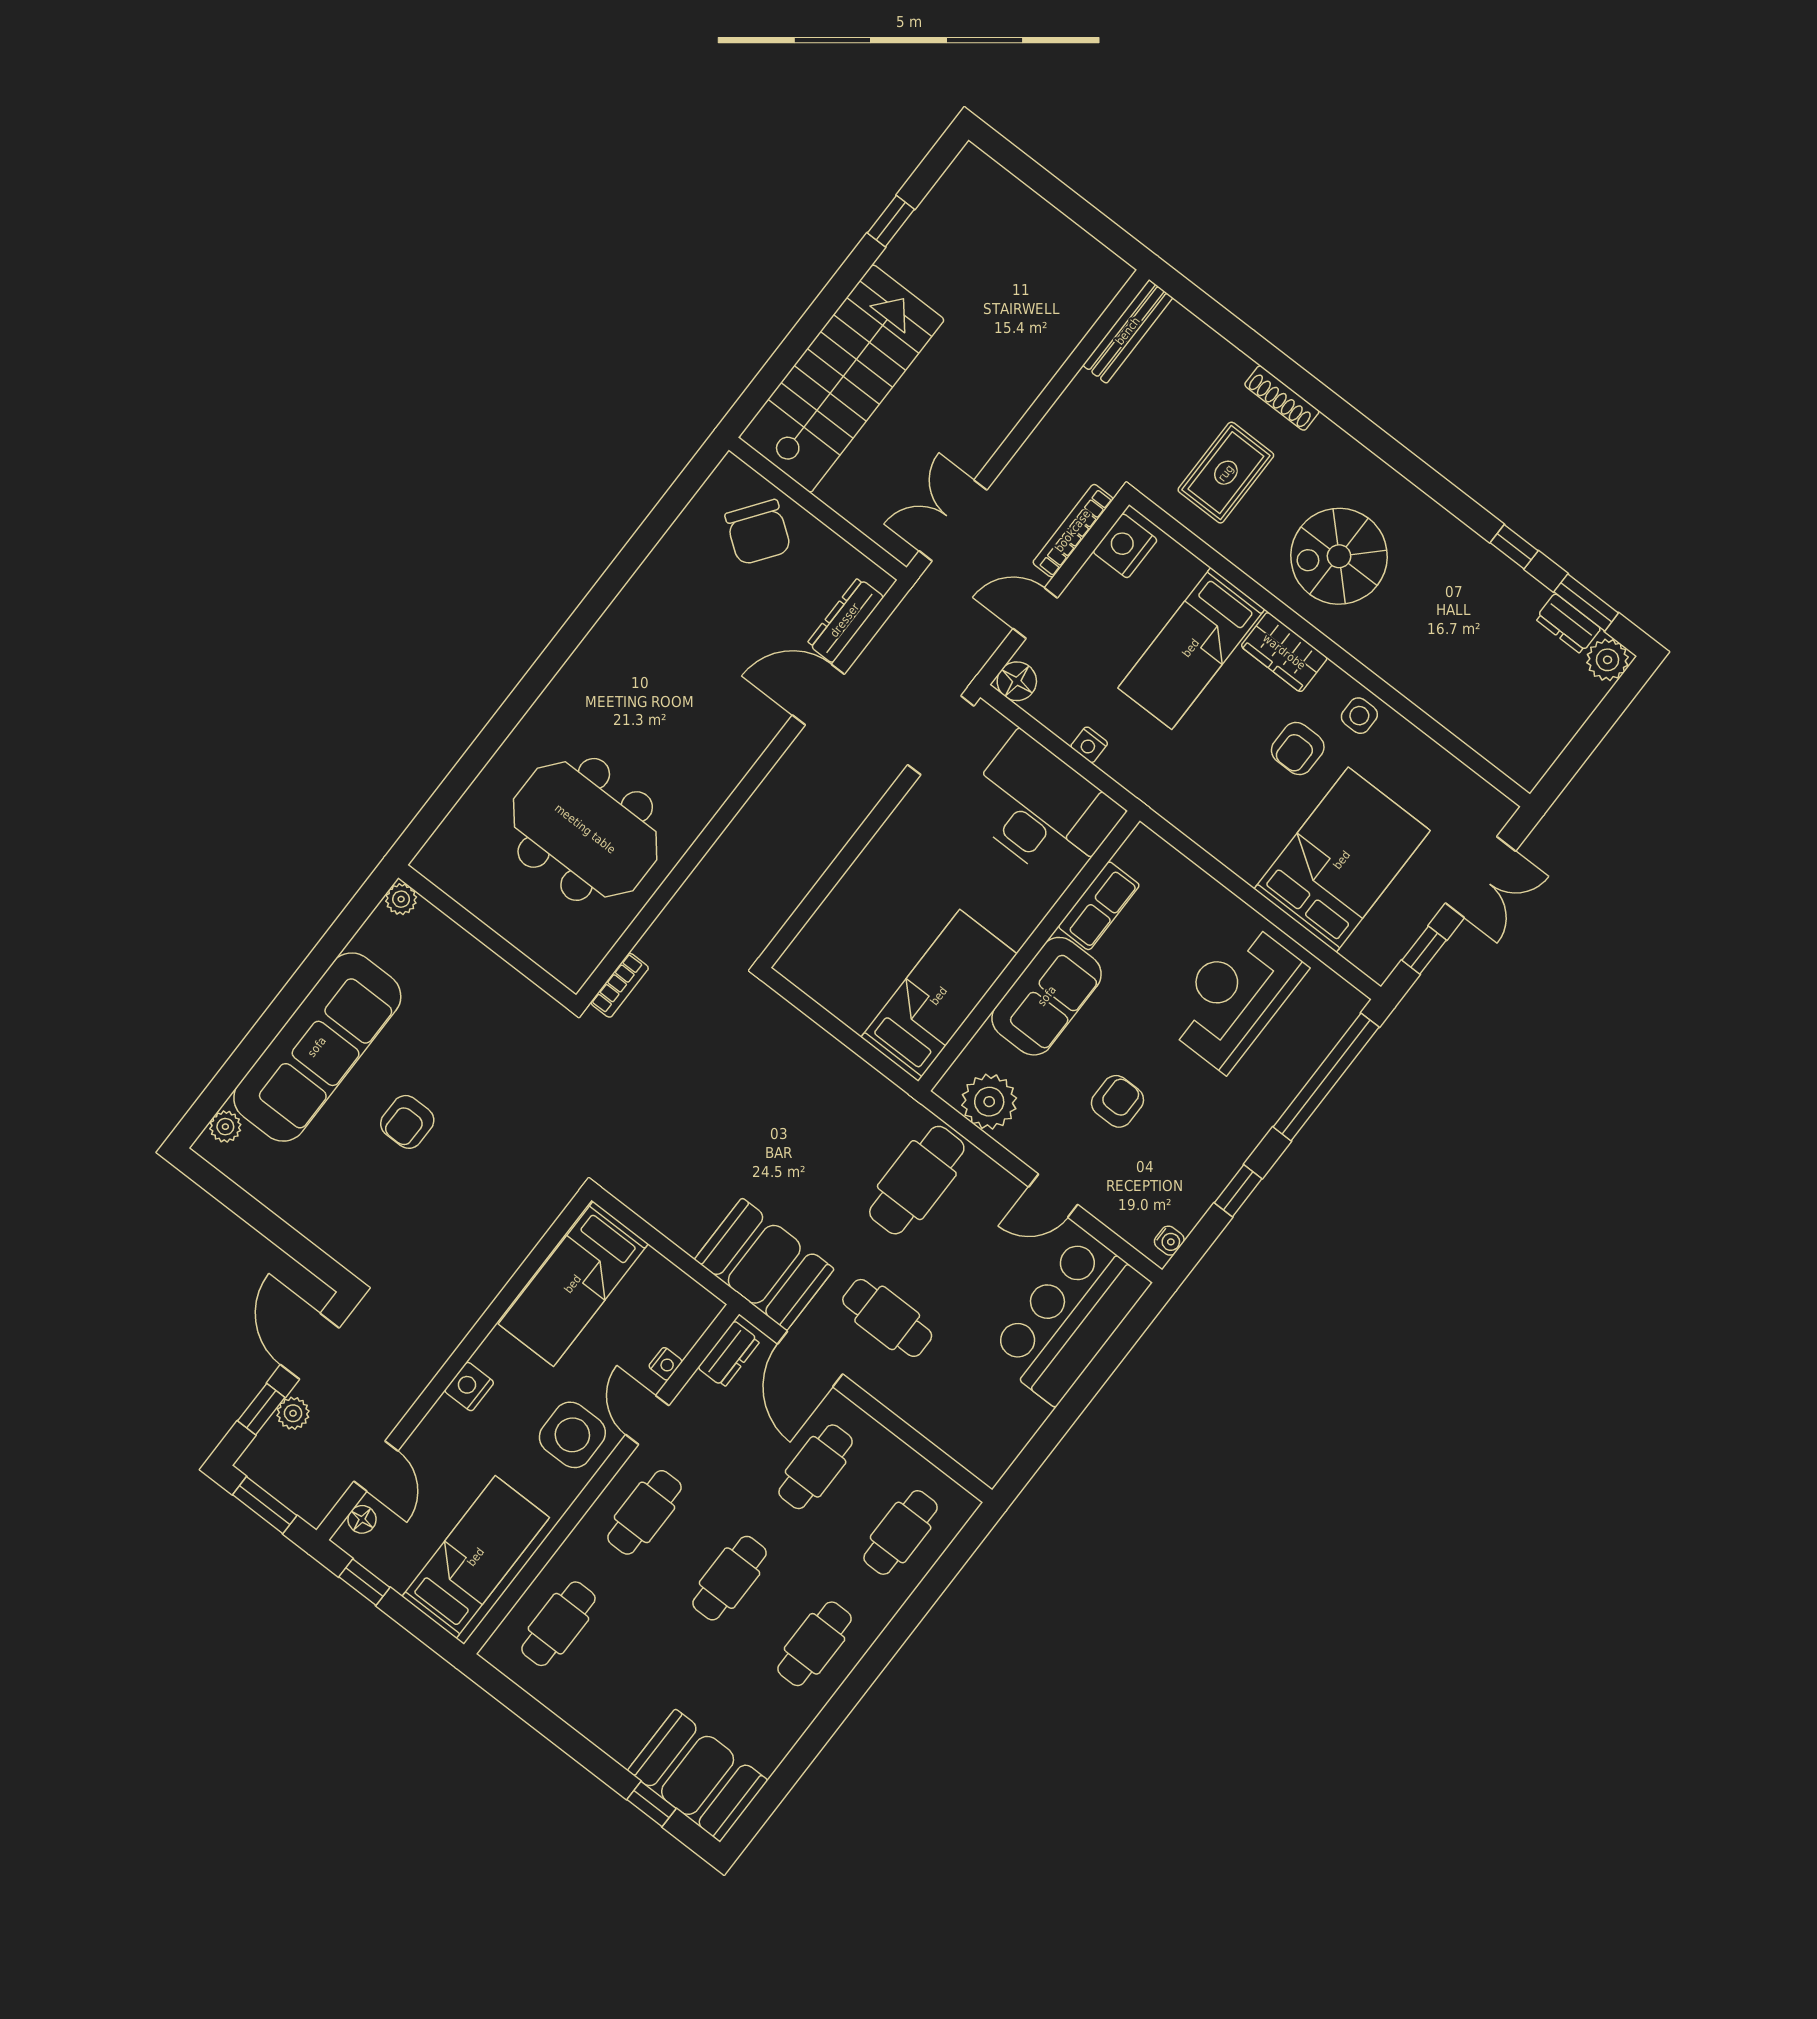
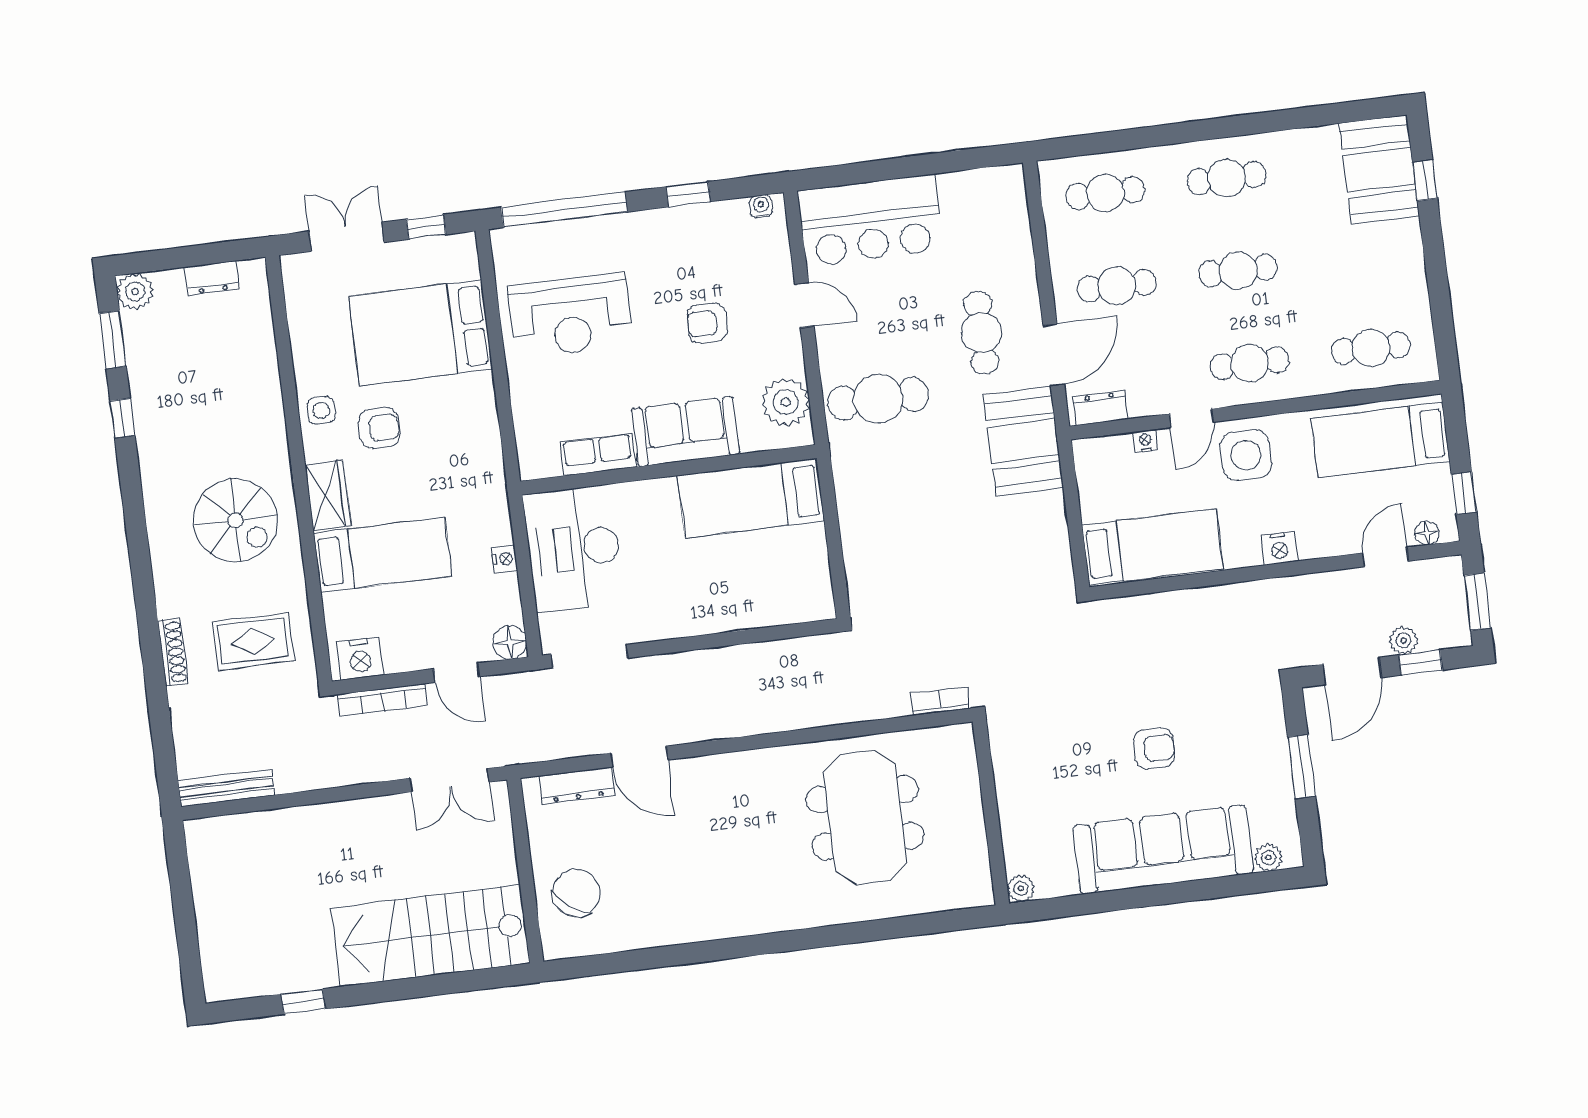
dresser: (1568, 624) -> (212, 278), moved, turned 90
window: (273, 1228) -> (1302, 767), added

